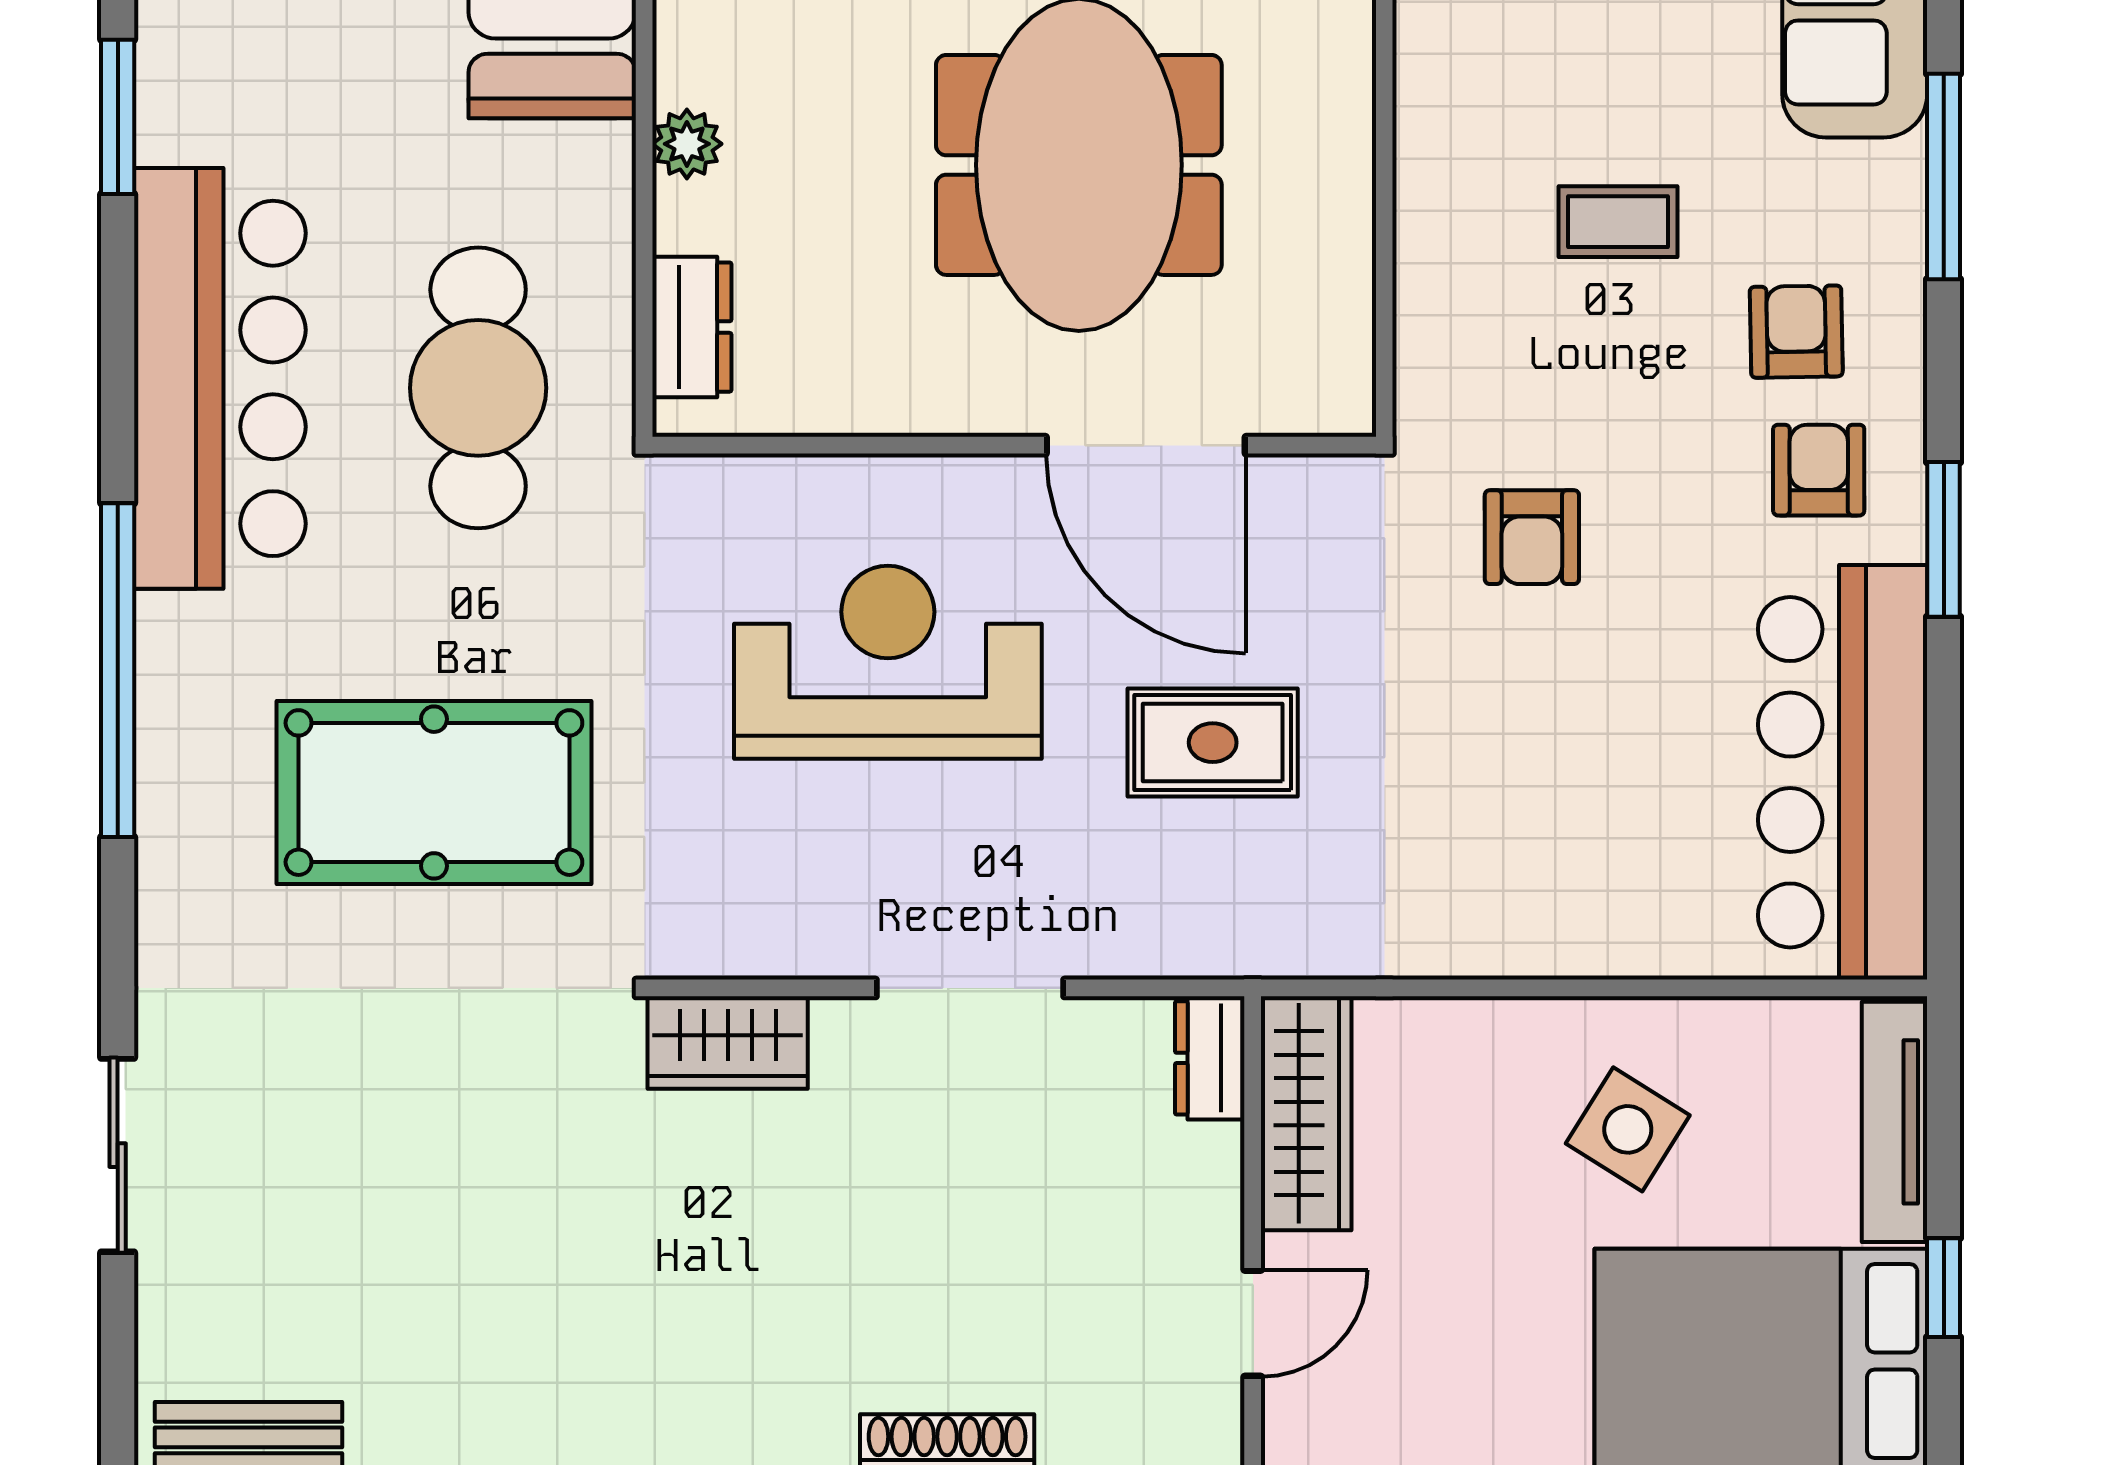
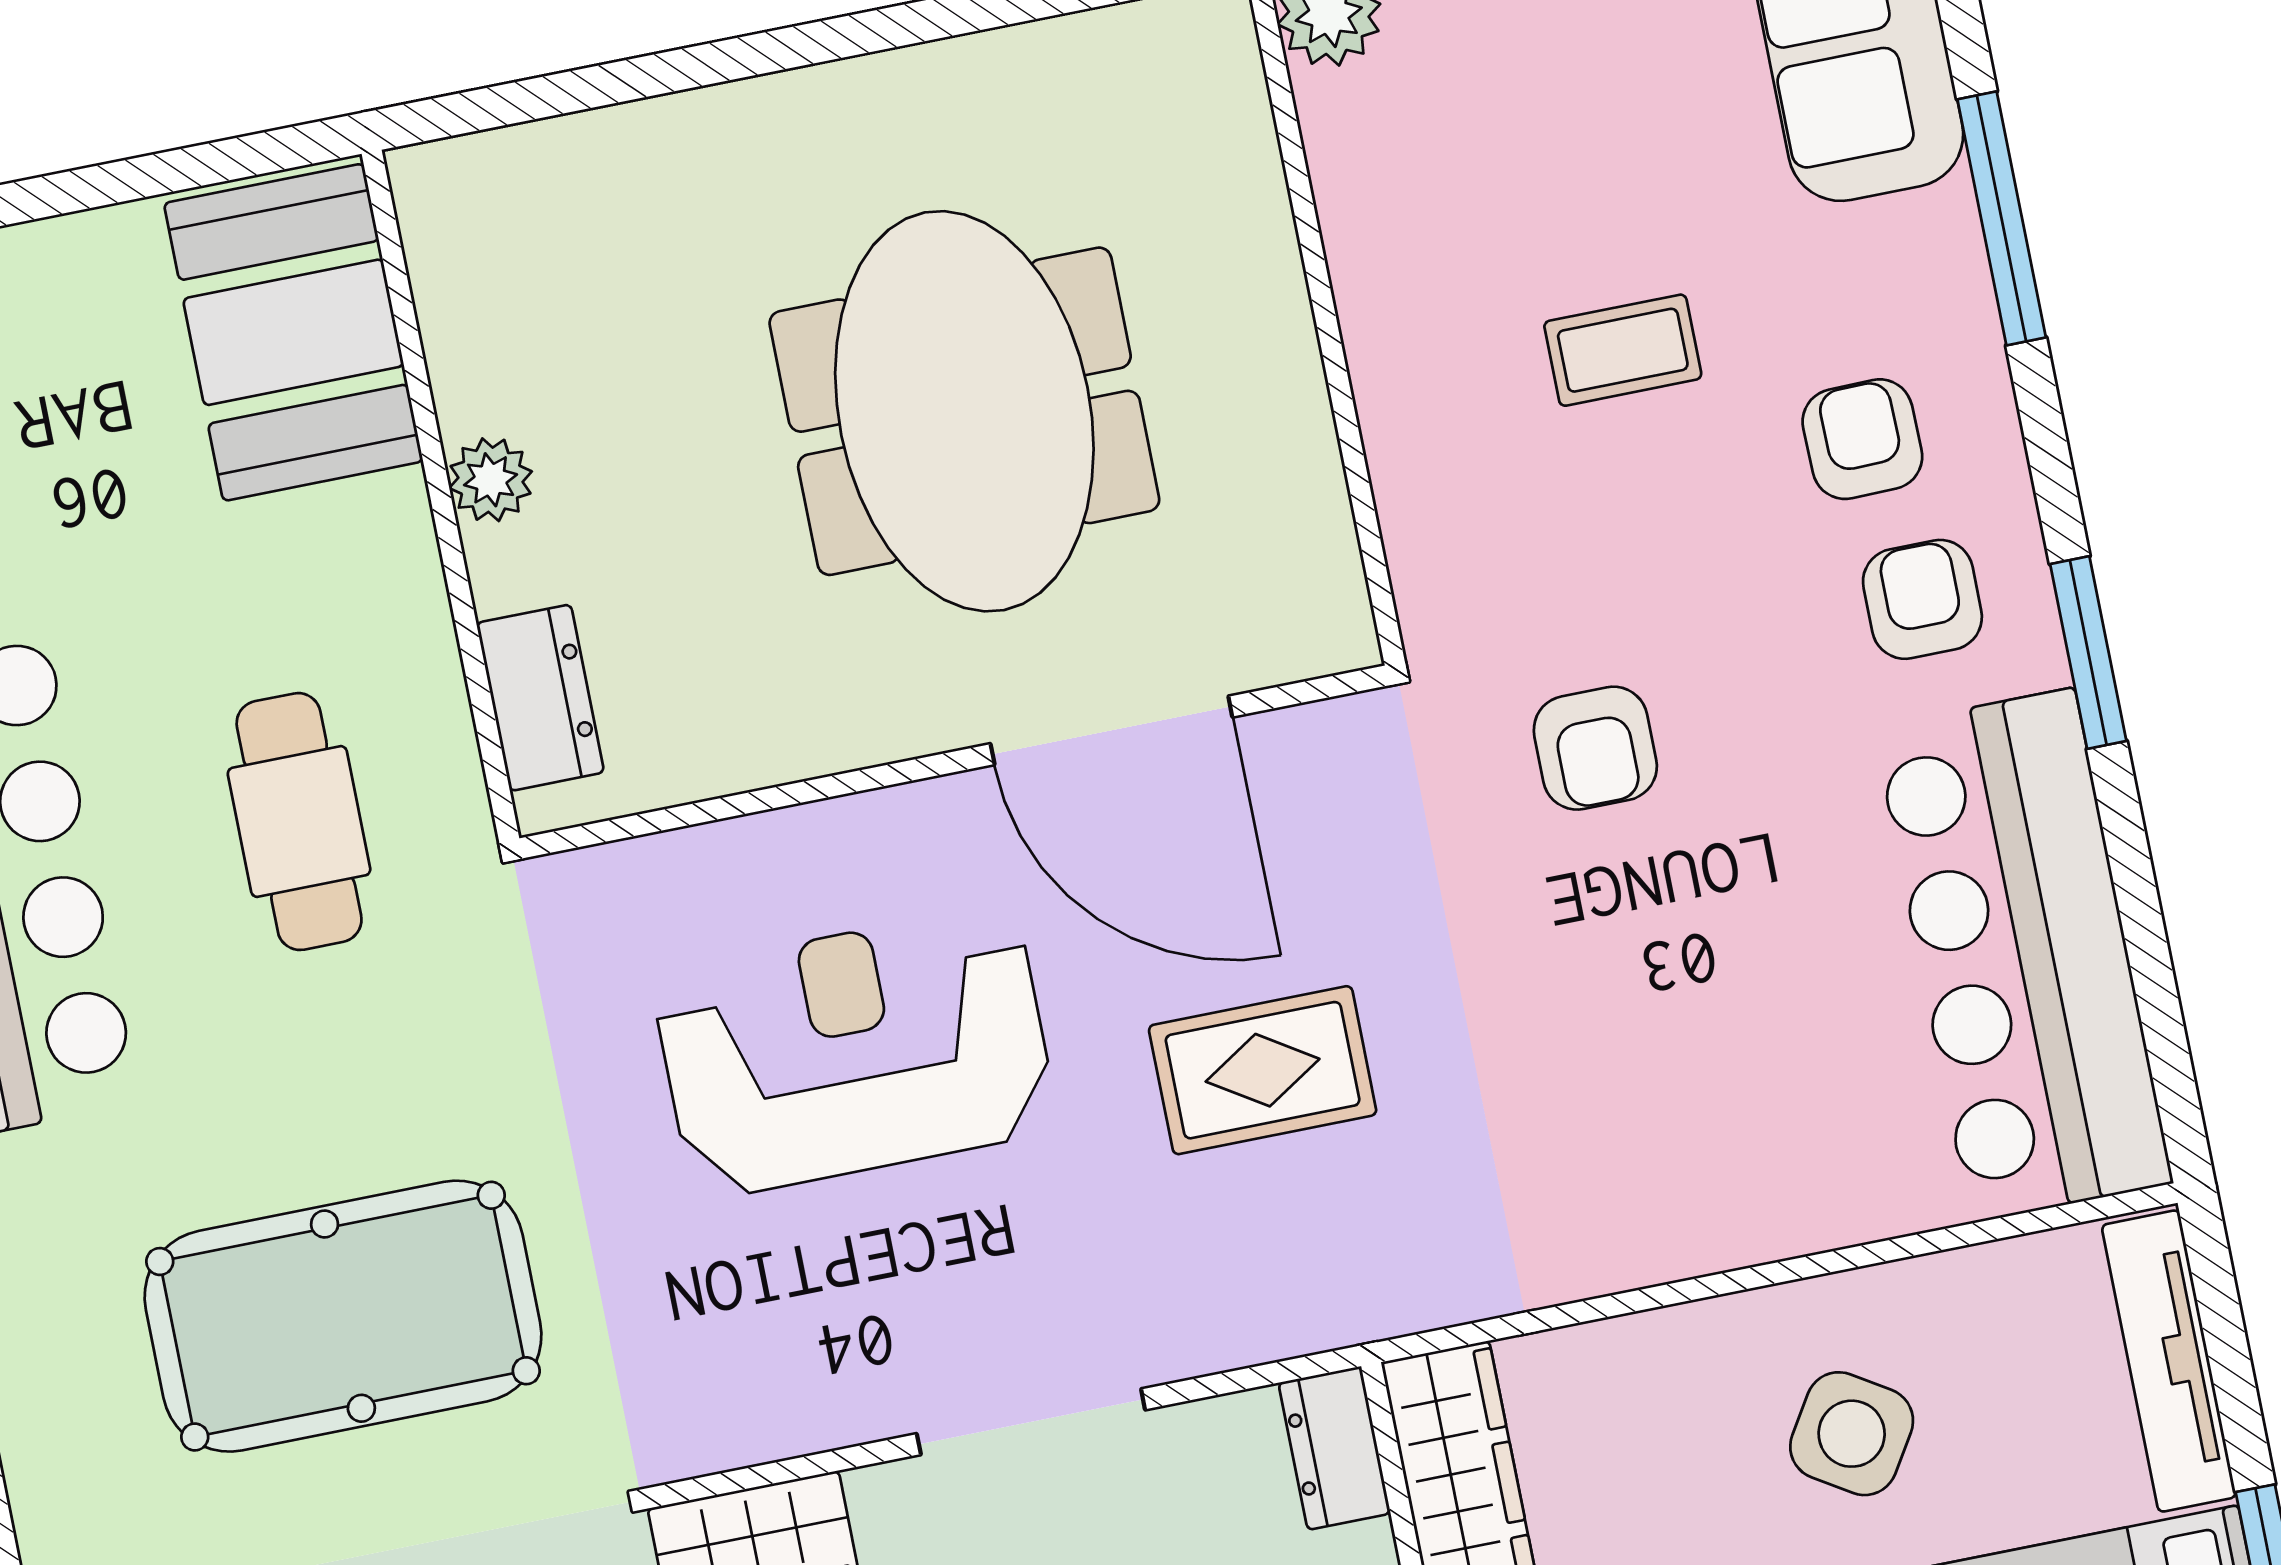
cafe table: (478, 388) -> (299, 822), width x0.73, depth x0.74

